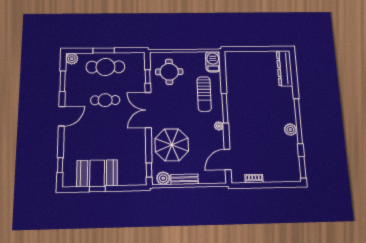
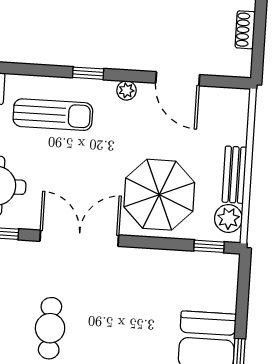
window: (225, 108) -> (88, 73), width x0.46
double door: (148, 110) -> (79, 238), swing flipped
door: (228, 160) -> (178, 79), moved

